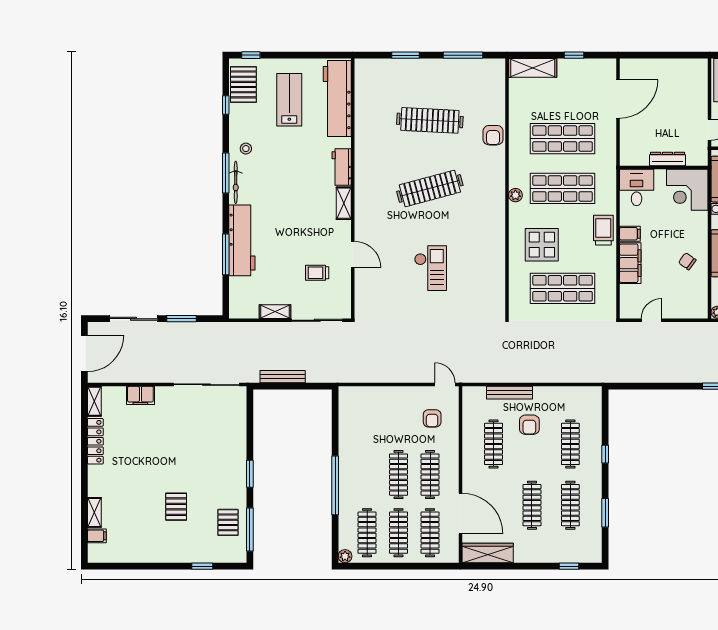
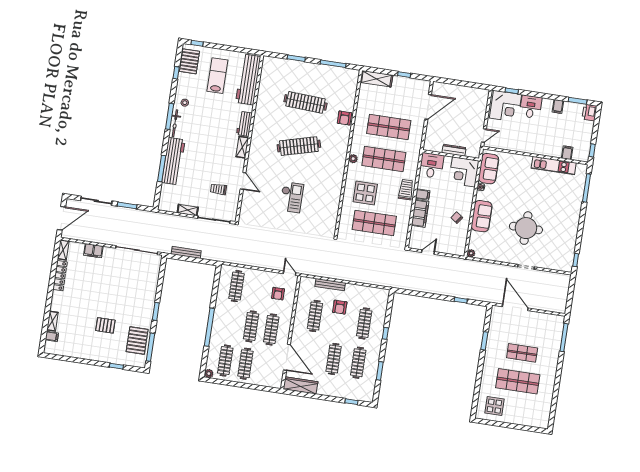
pallet: (176, 507) -> (105, 325), turned 90
pallet: (228, 522) -> (137, 341), width x1.50, depth x1.42
clothes rail: (430, 533) -> (237, 286), moved

